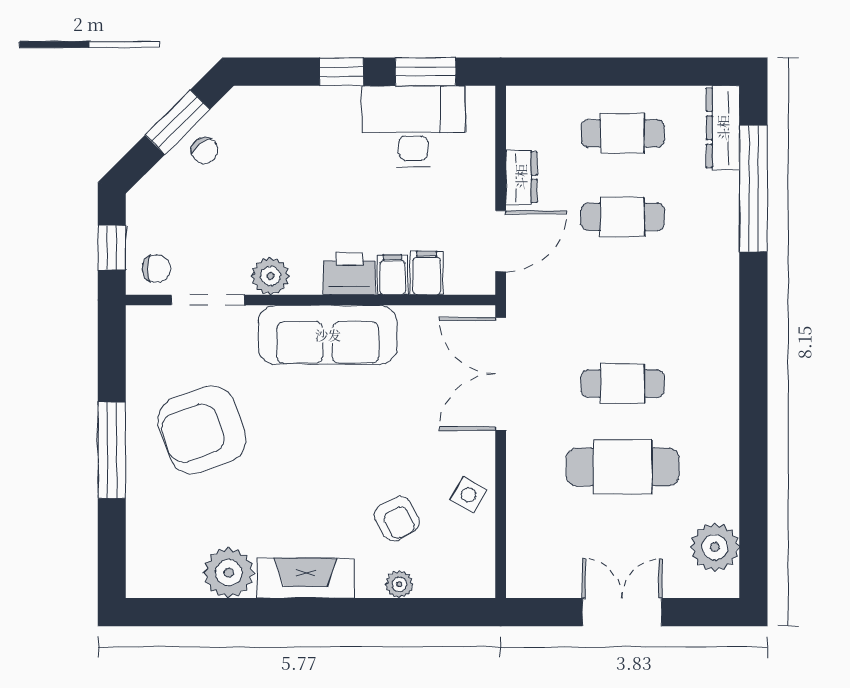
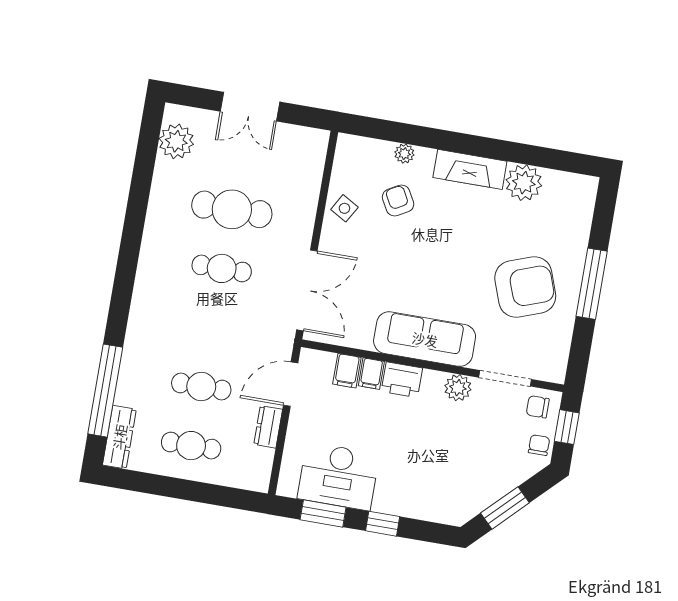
chair: (205, 151) -> (539, 445), moved, turned 38

